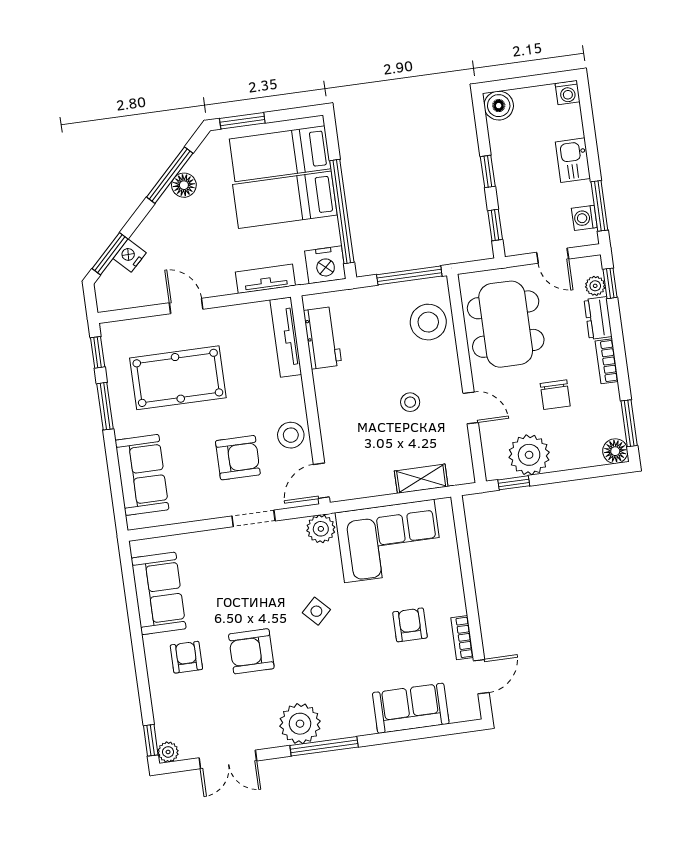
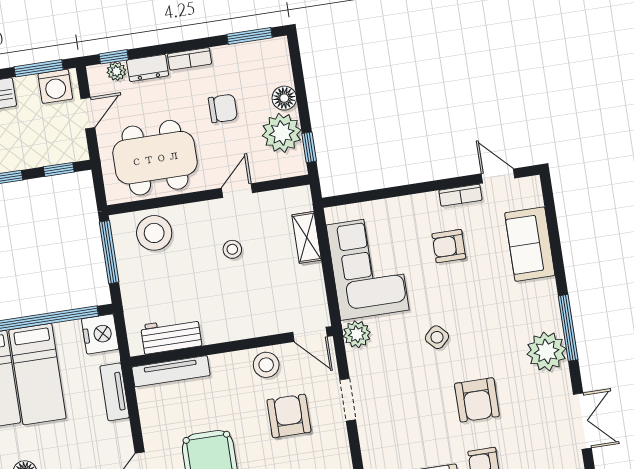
washing machine: (584, 218) -> (55, 86), width x1.38, depth x1.38
floor lamp: (615, 451) -> (284, 98), moved

